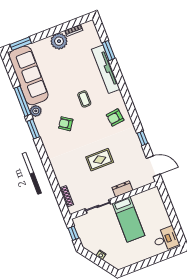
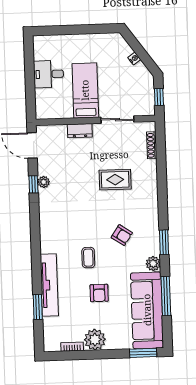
window: (22, 101) -> (166, 296), moved
armchair: (115, 118) -> (99, 293), moved, turned 97
plant: (136, 143) -> (44, 182), added
rug: (100, 160) -> (115, 180), moved
desk: (166, 239) -> (49, 74), moved

